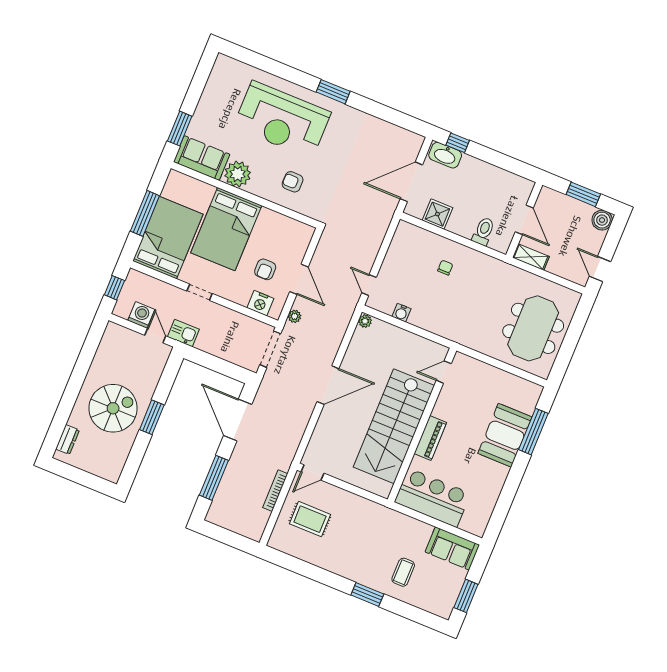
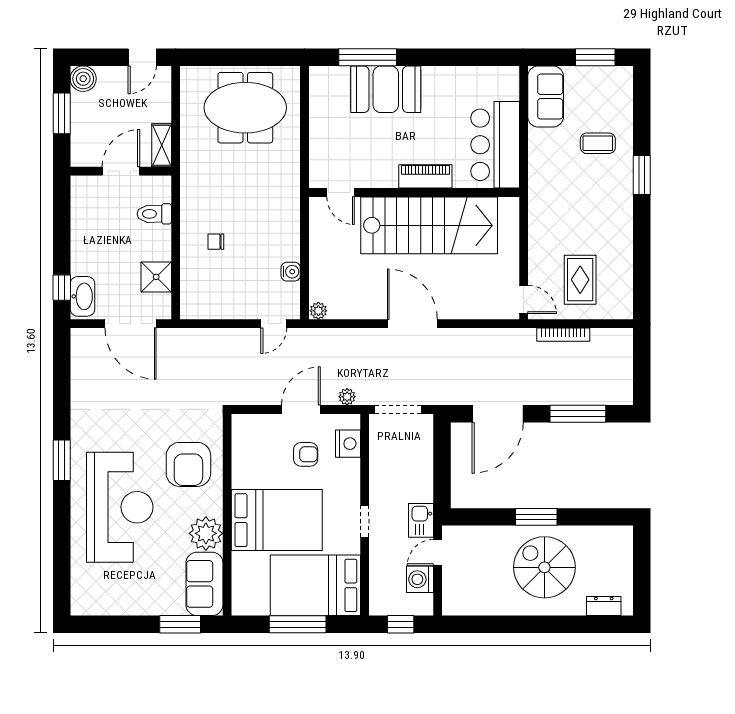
armchair: (293, 182) -> (188, 464), width x1.88, depth x1.88

